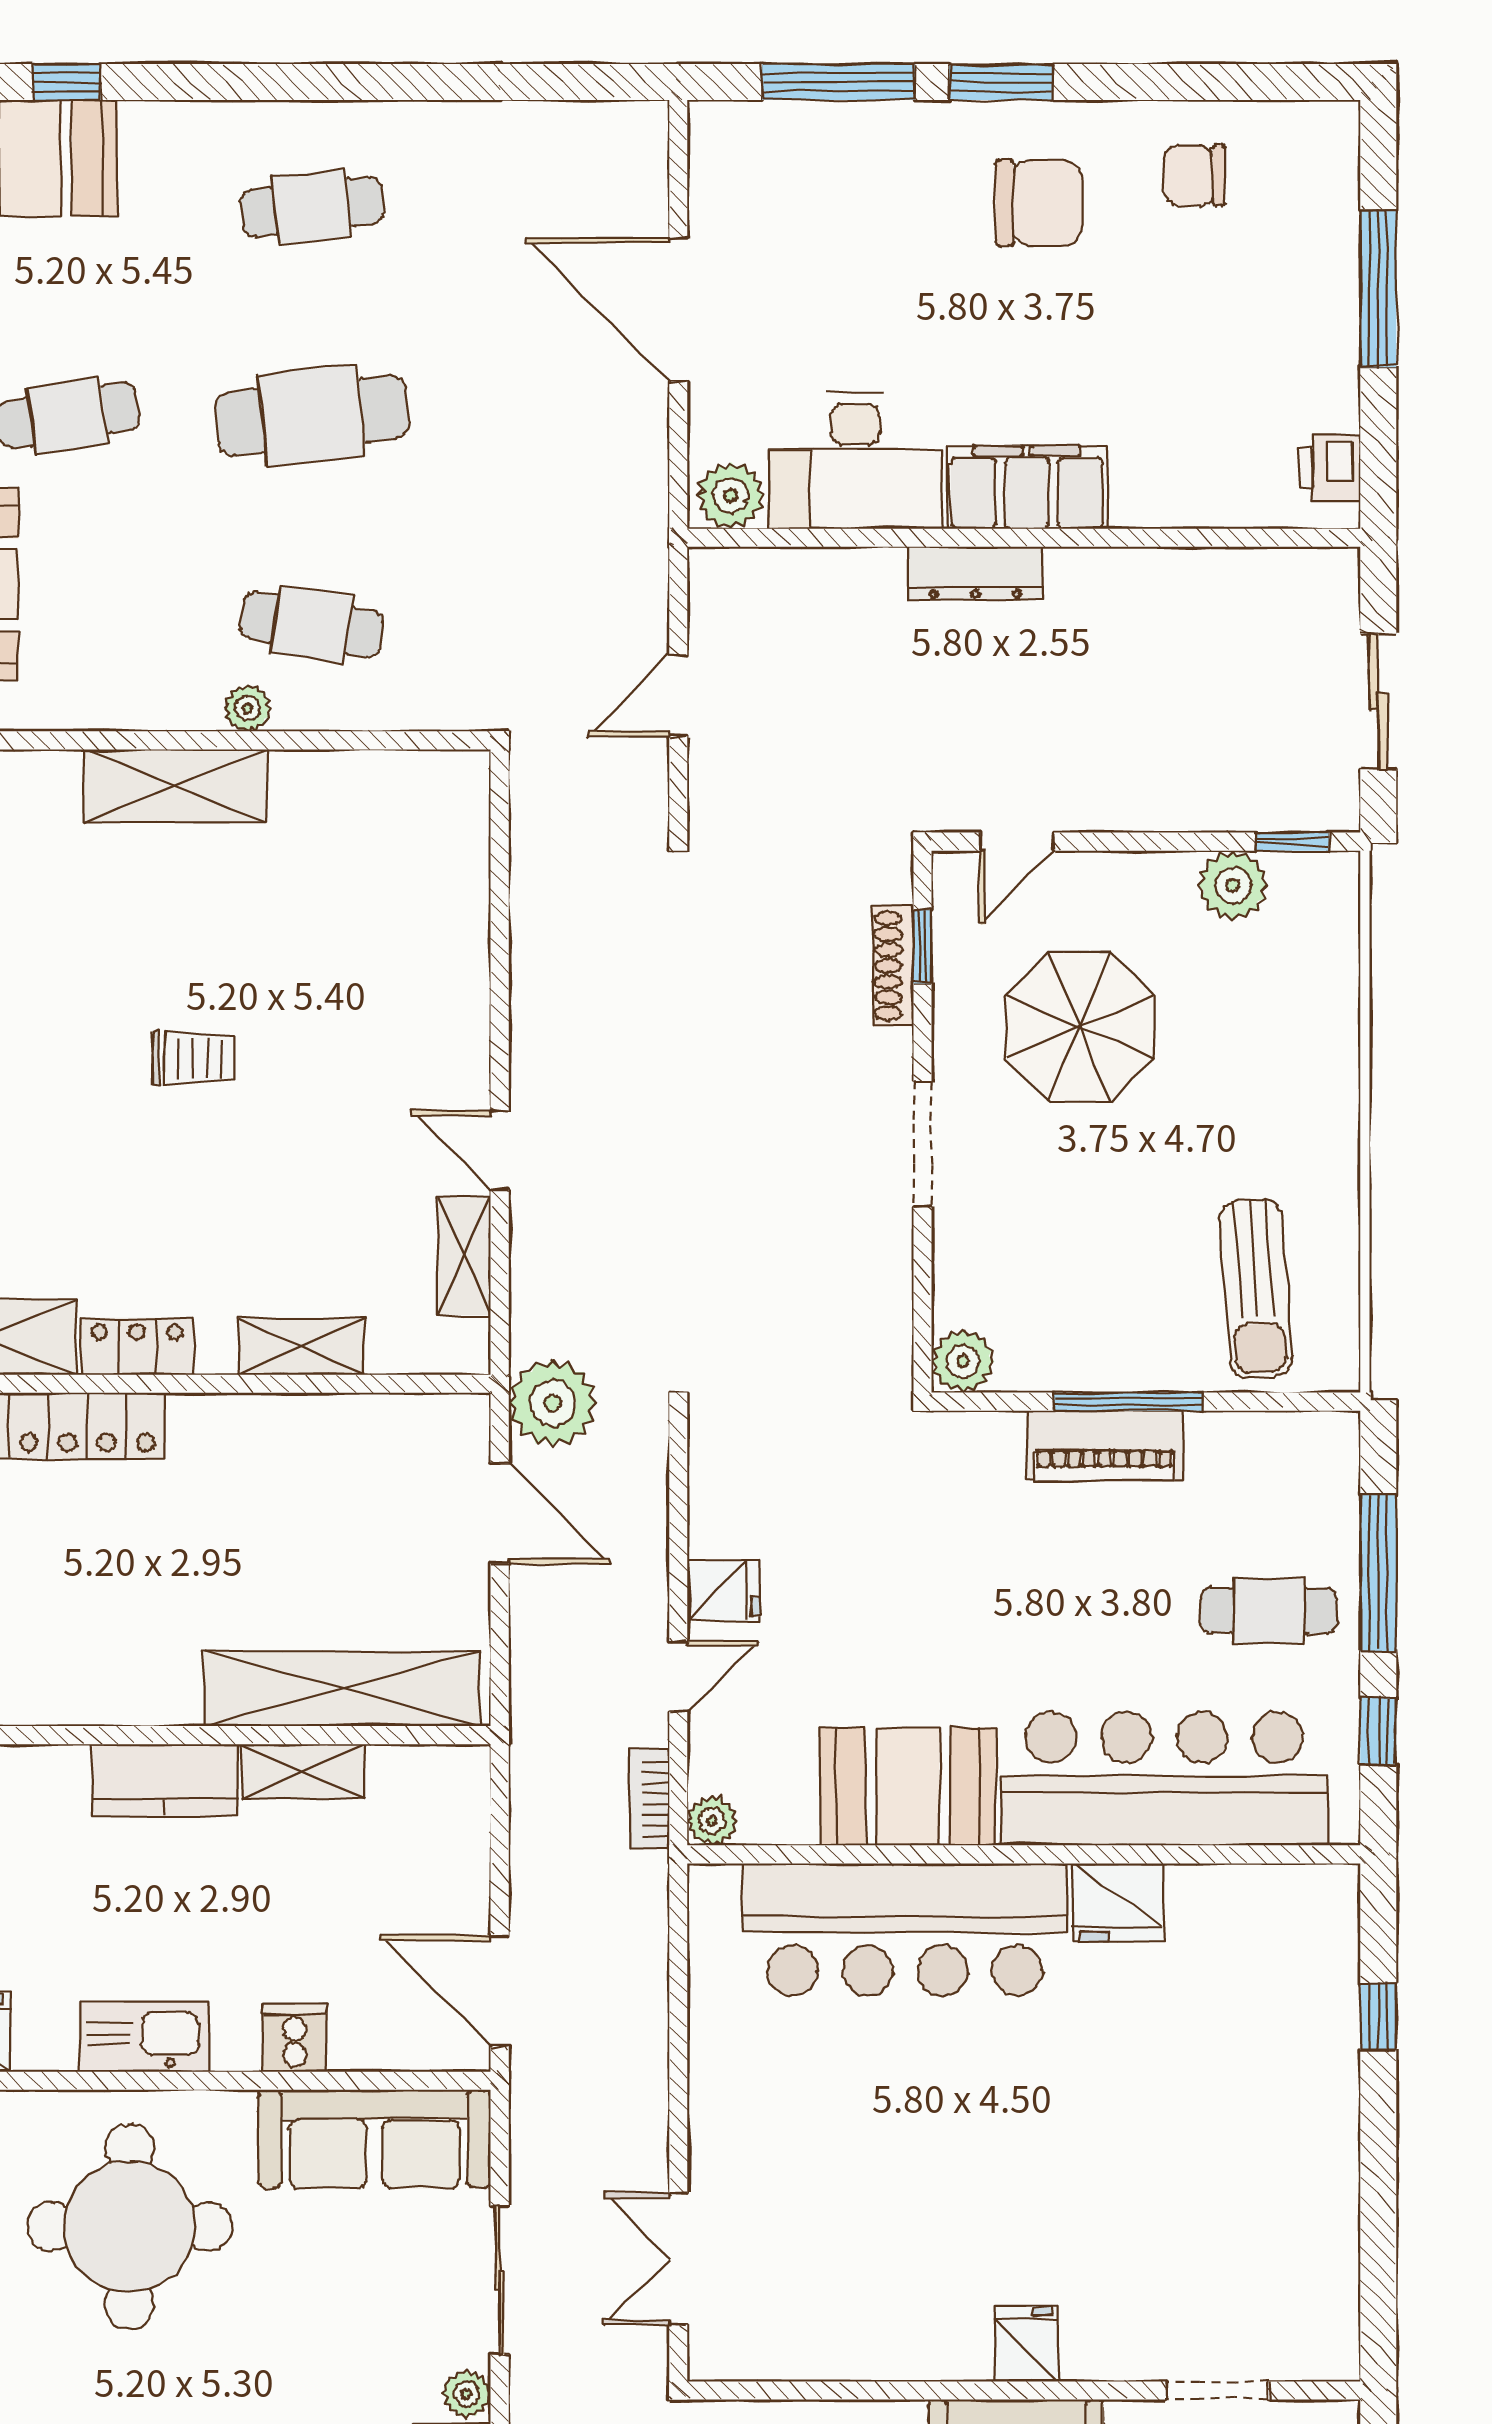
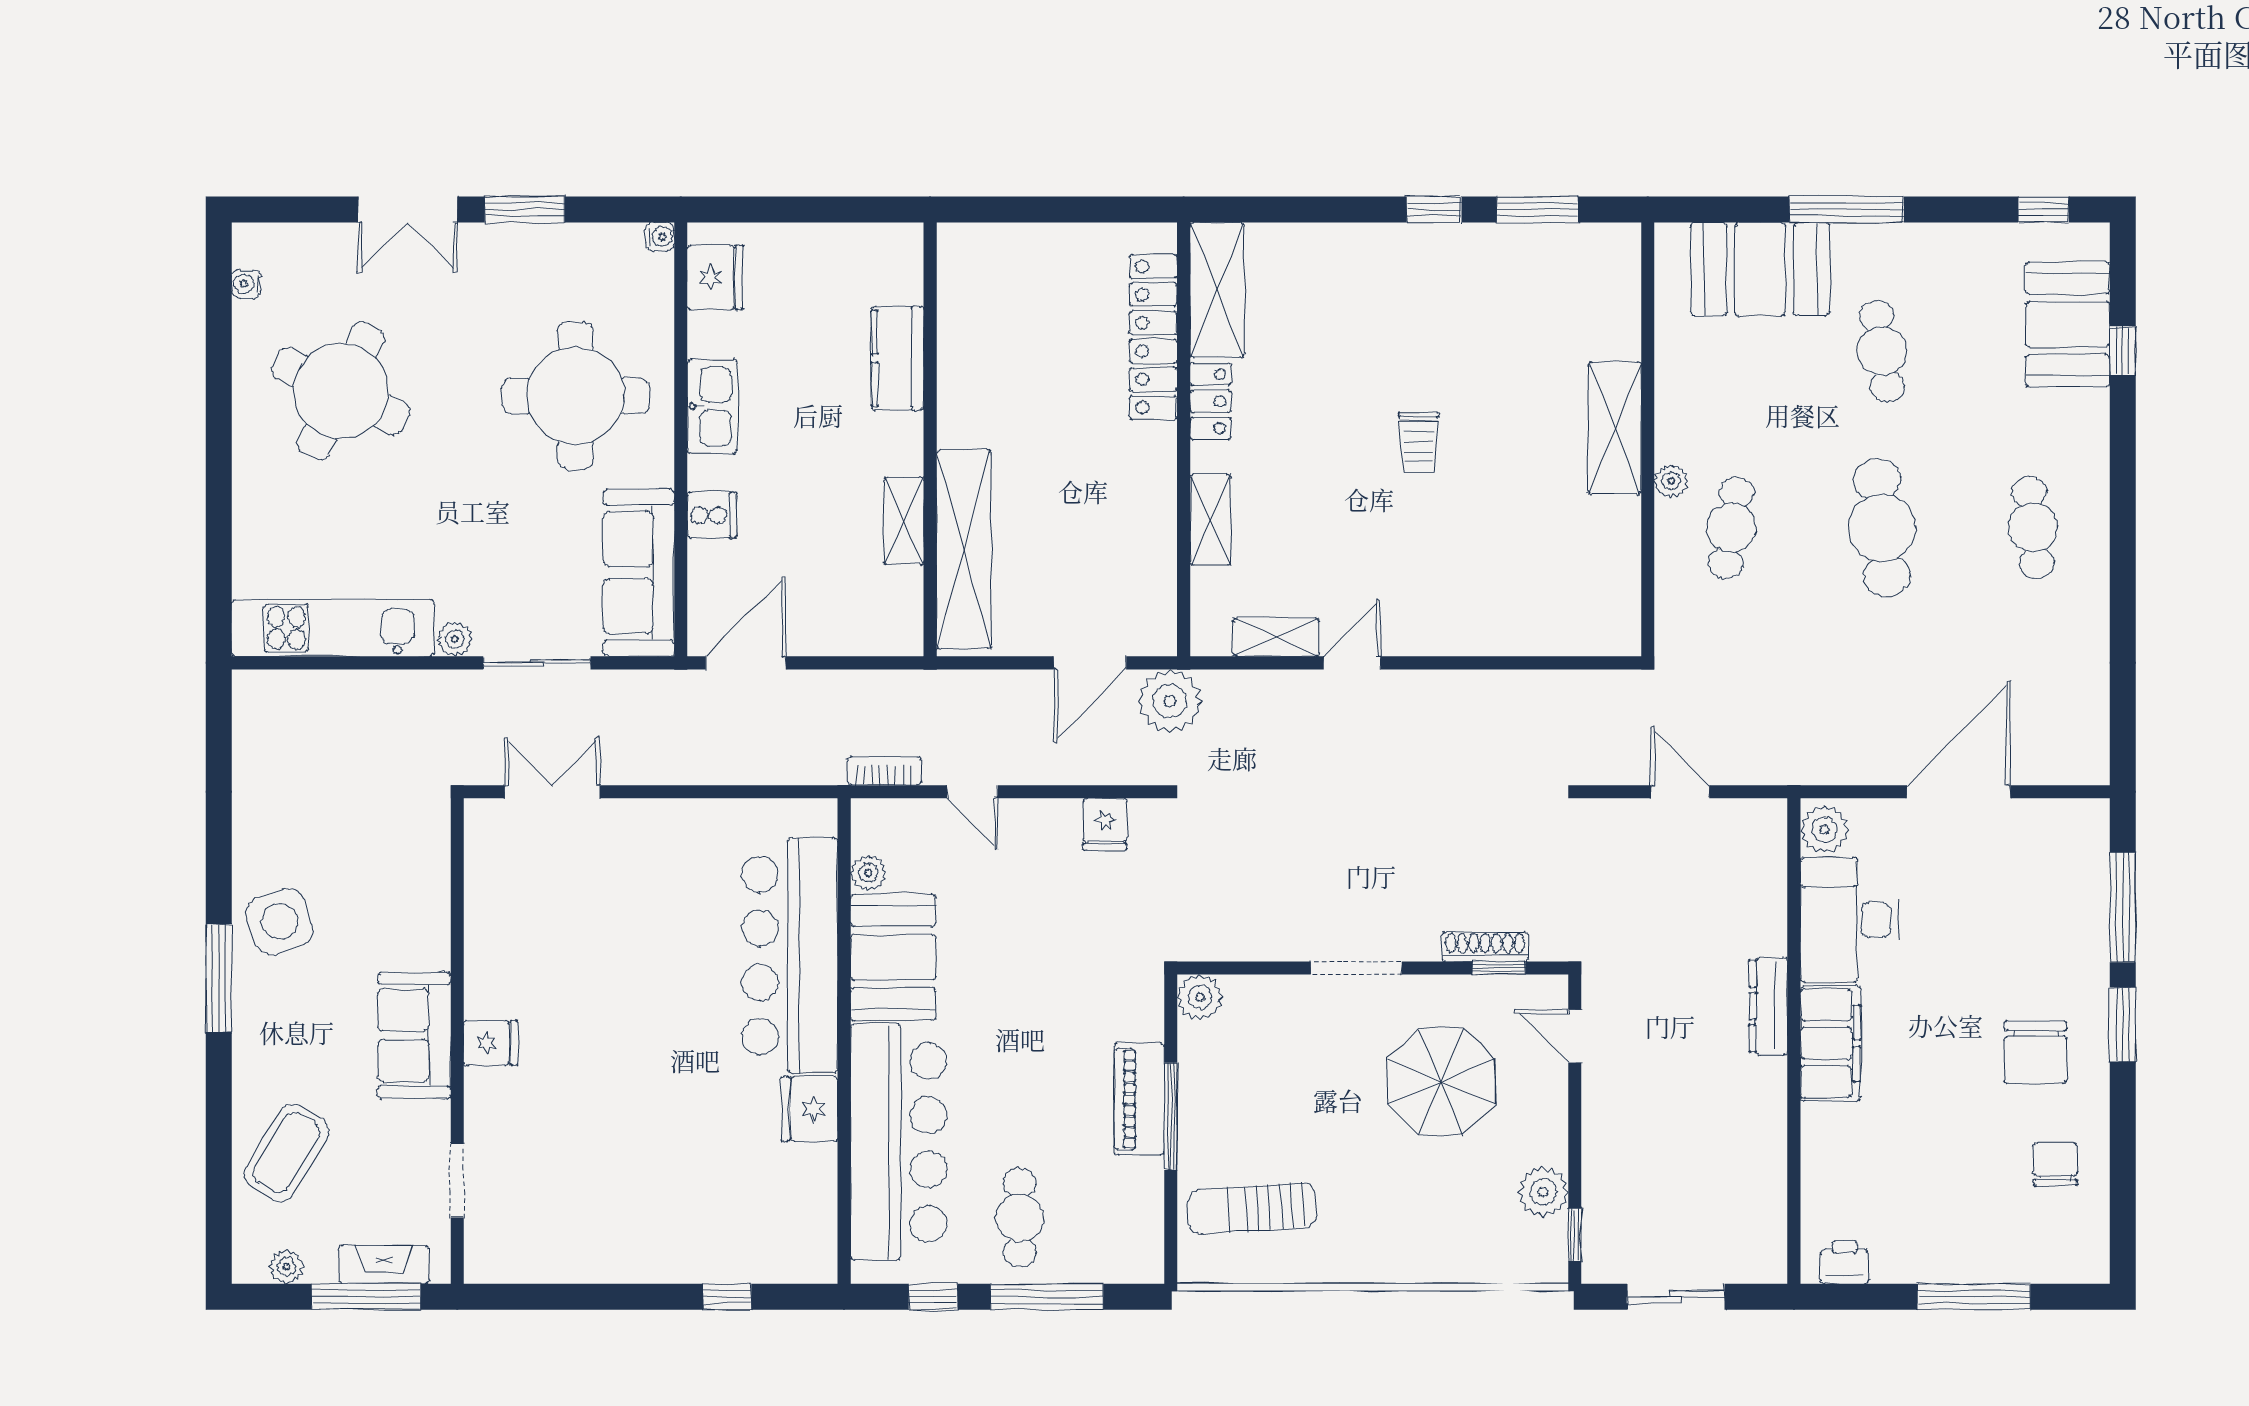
fridge: (723, 1591) -> (1105, 824), moved
kitchen counter: (165, 1780) -> (898, 358), moved
plant: (712, 1821) -> (868, 873), moved

